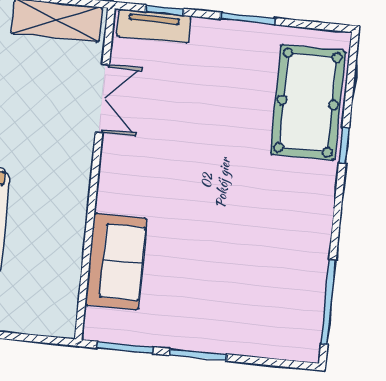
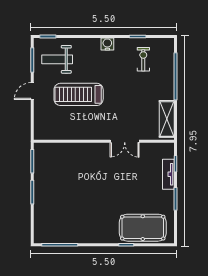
tv unit: (154, 26) -> (168, 174), moved
double door: (102, 98) -> (125, 141), moved
sofa: (116, 261) -> (68, 154), removed

